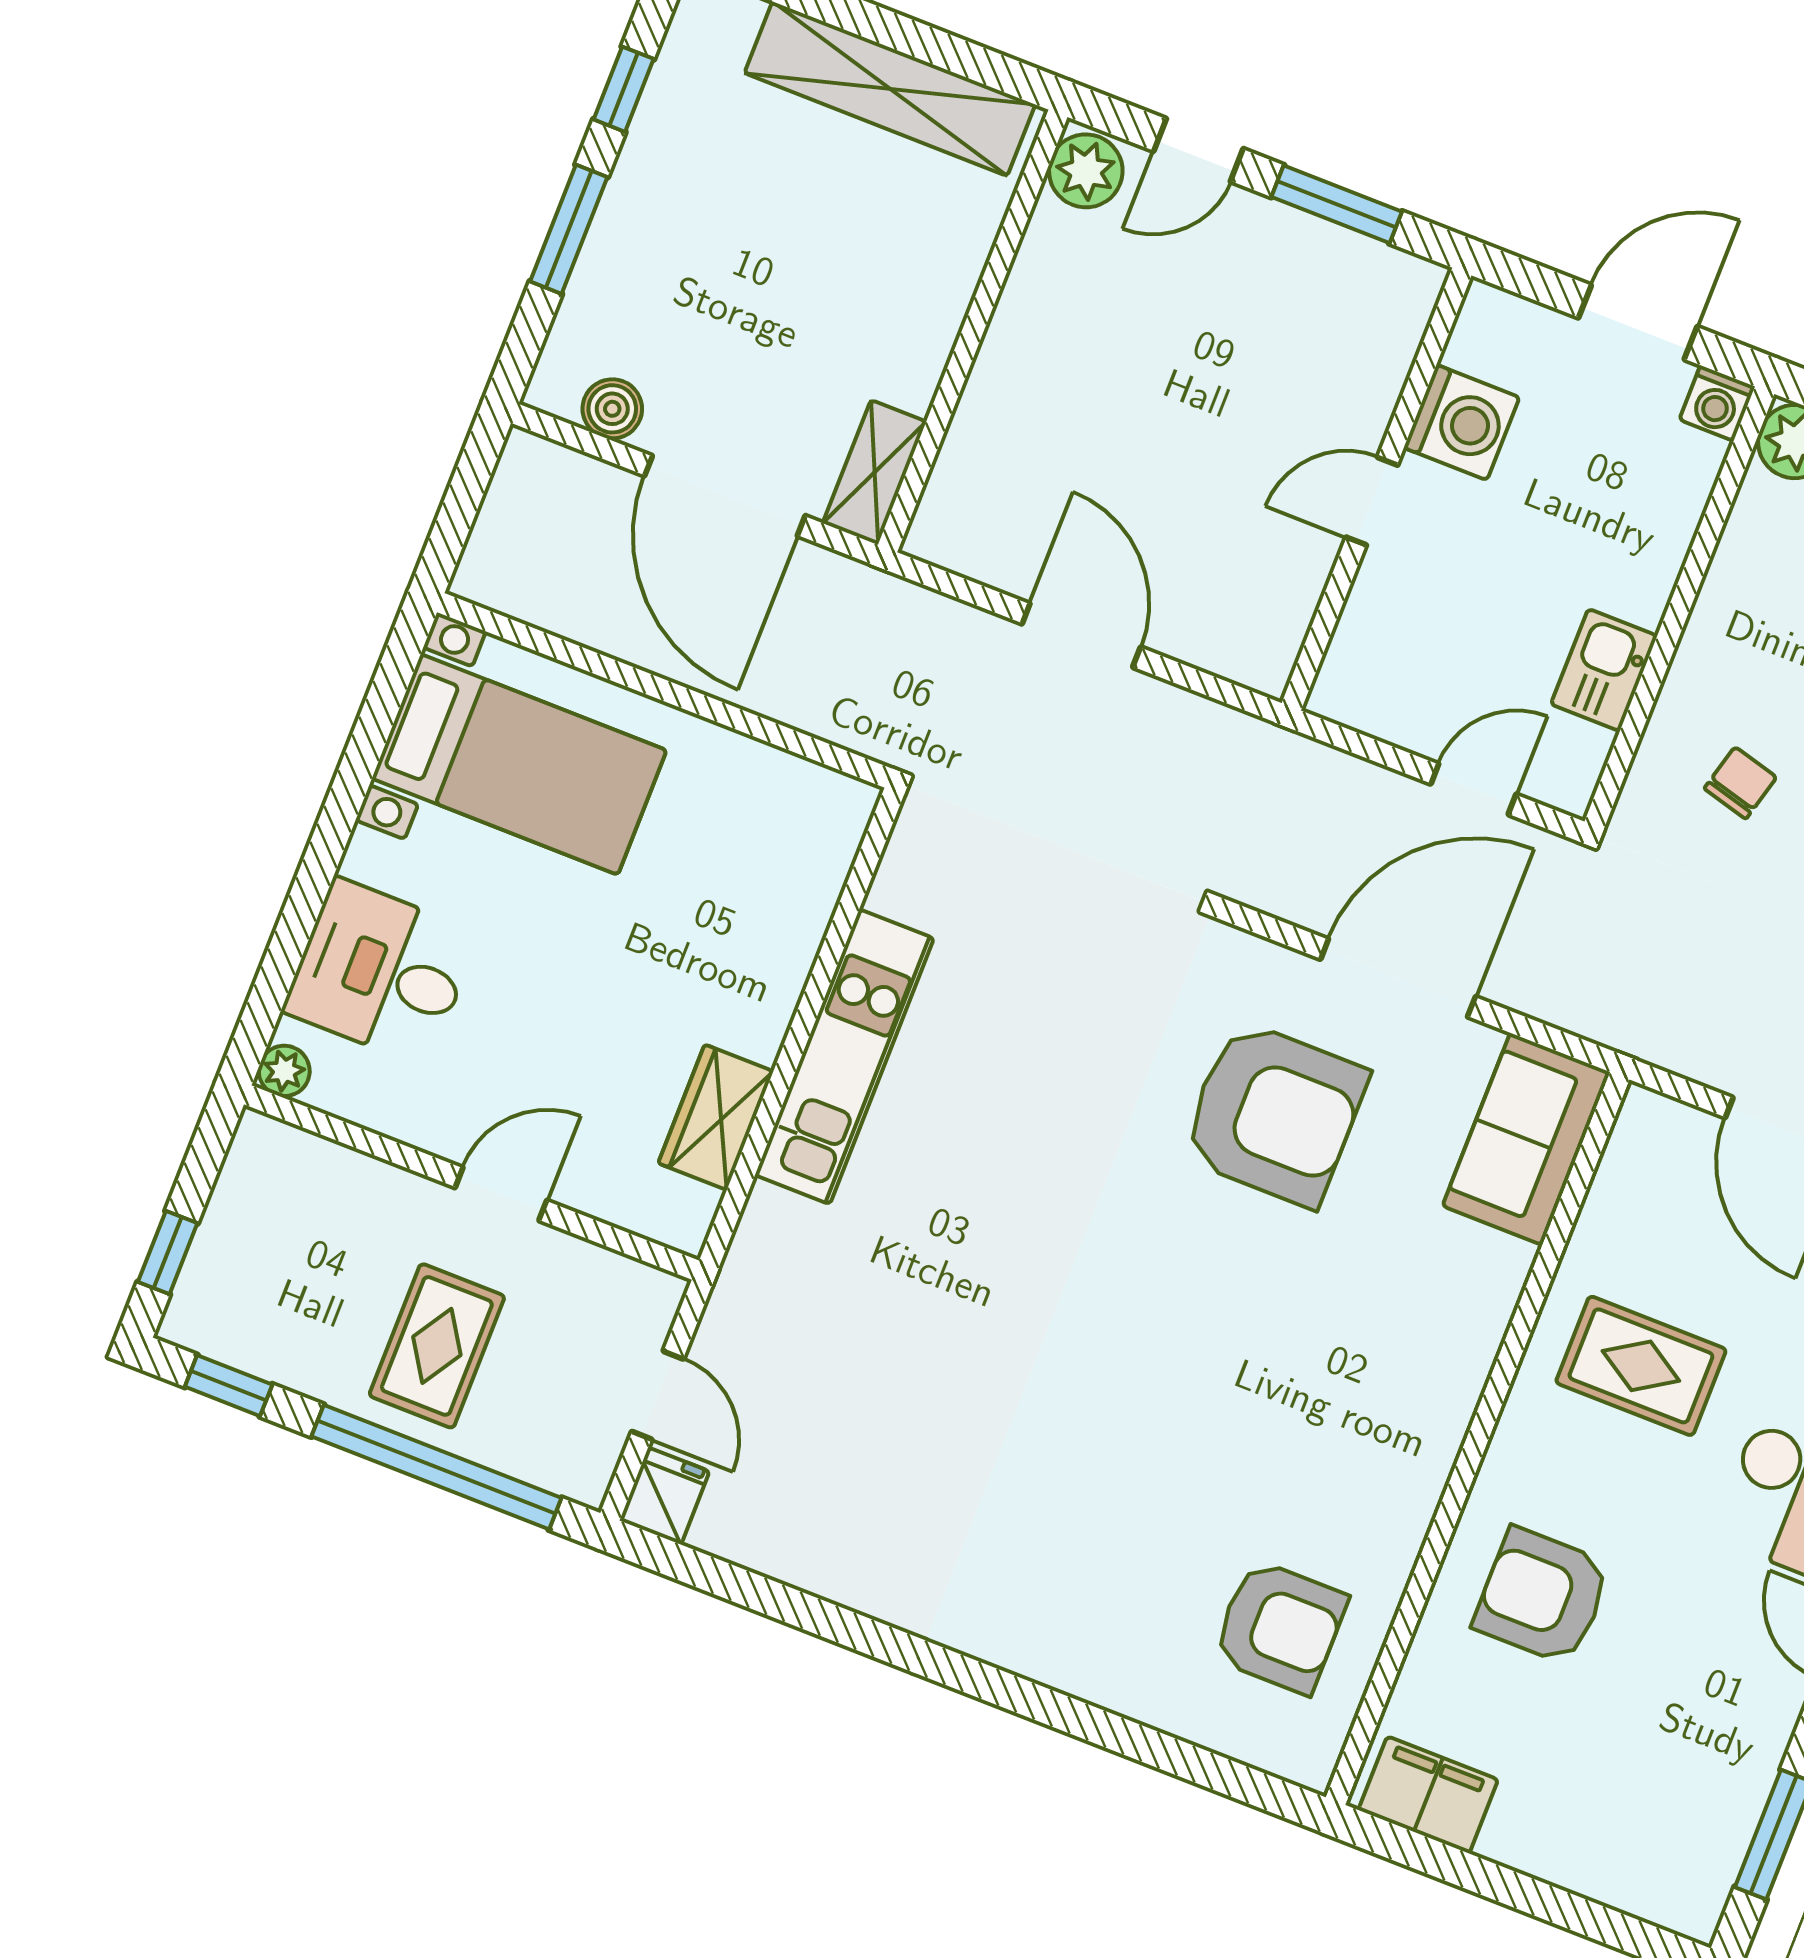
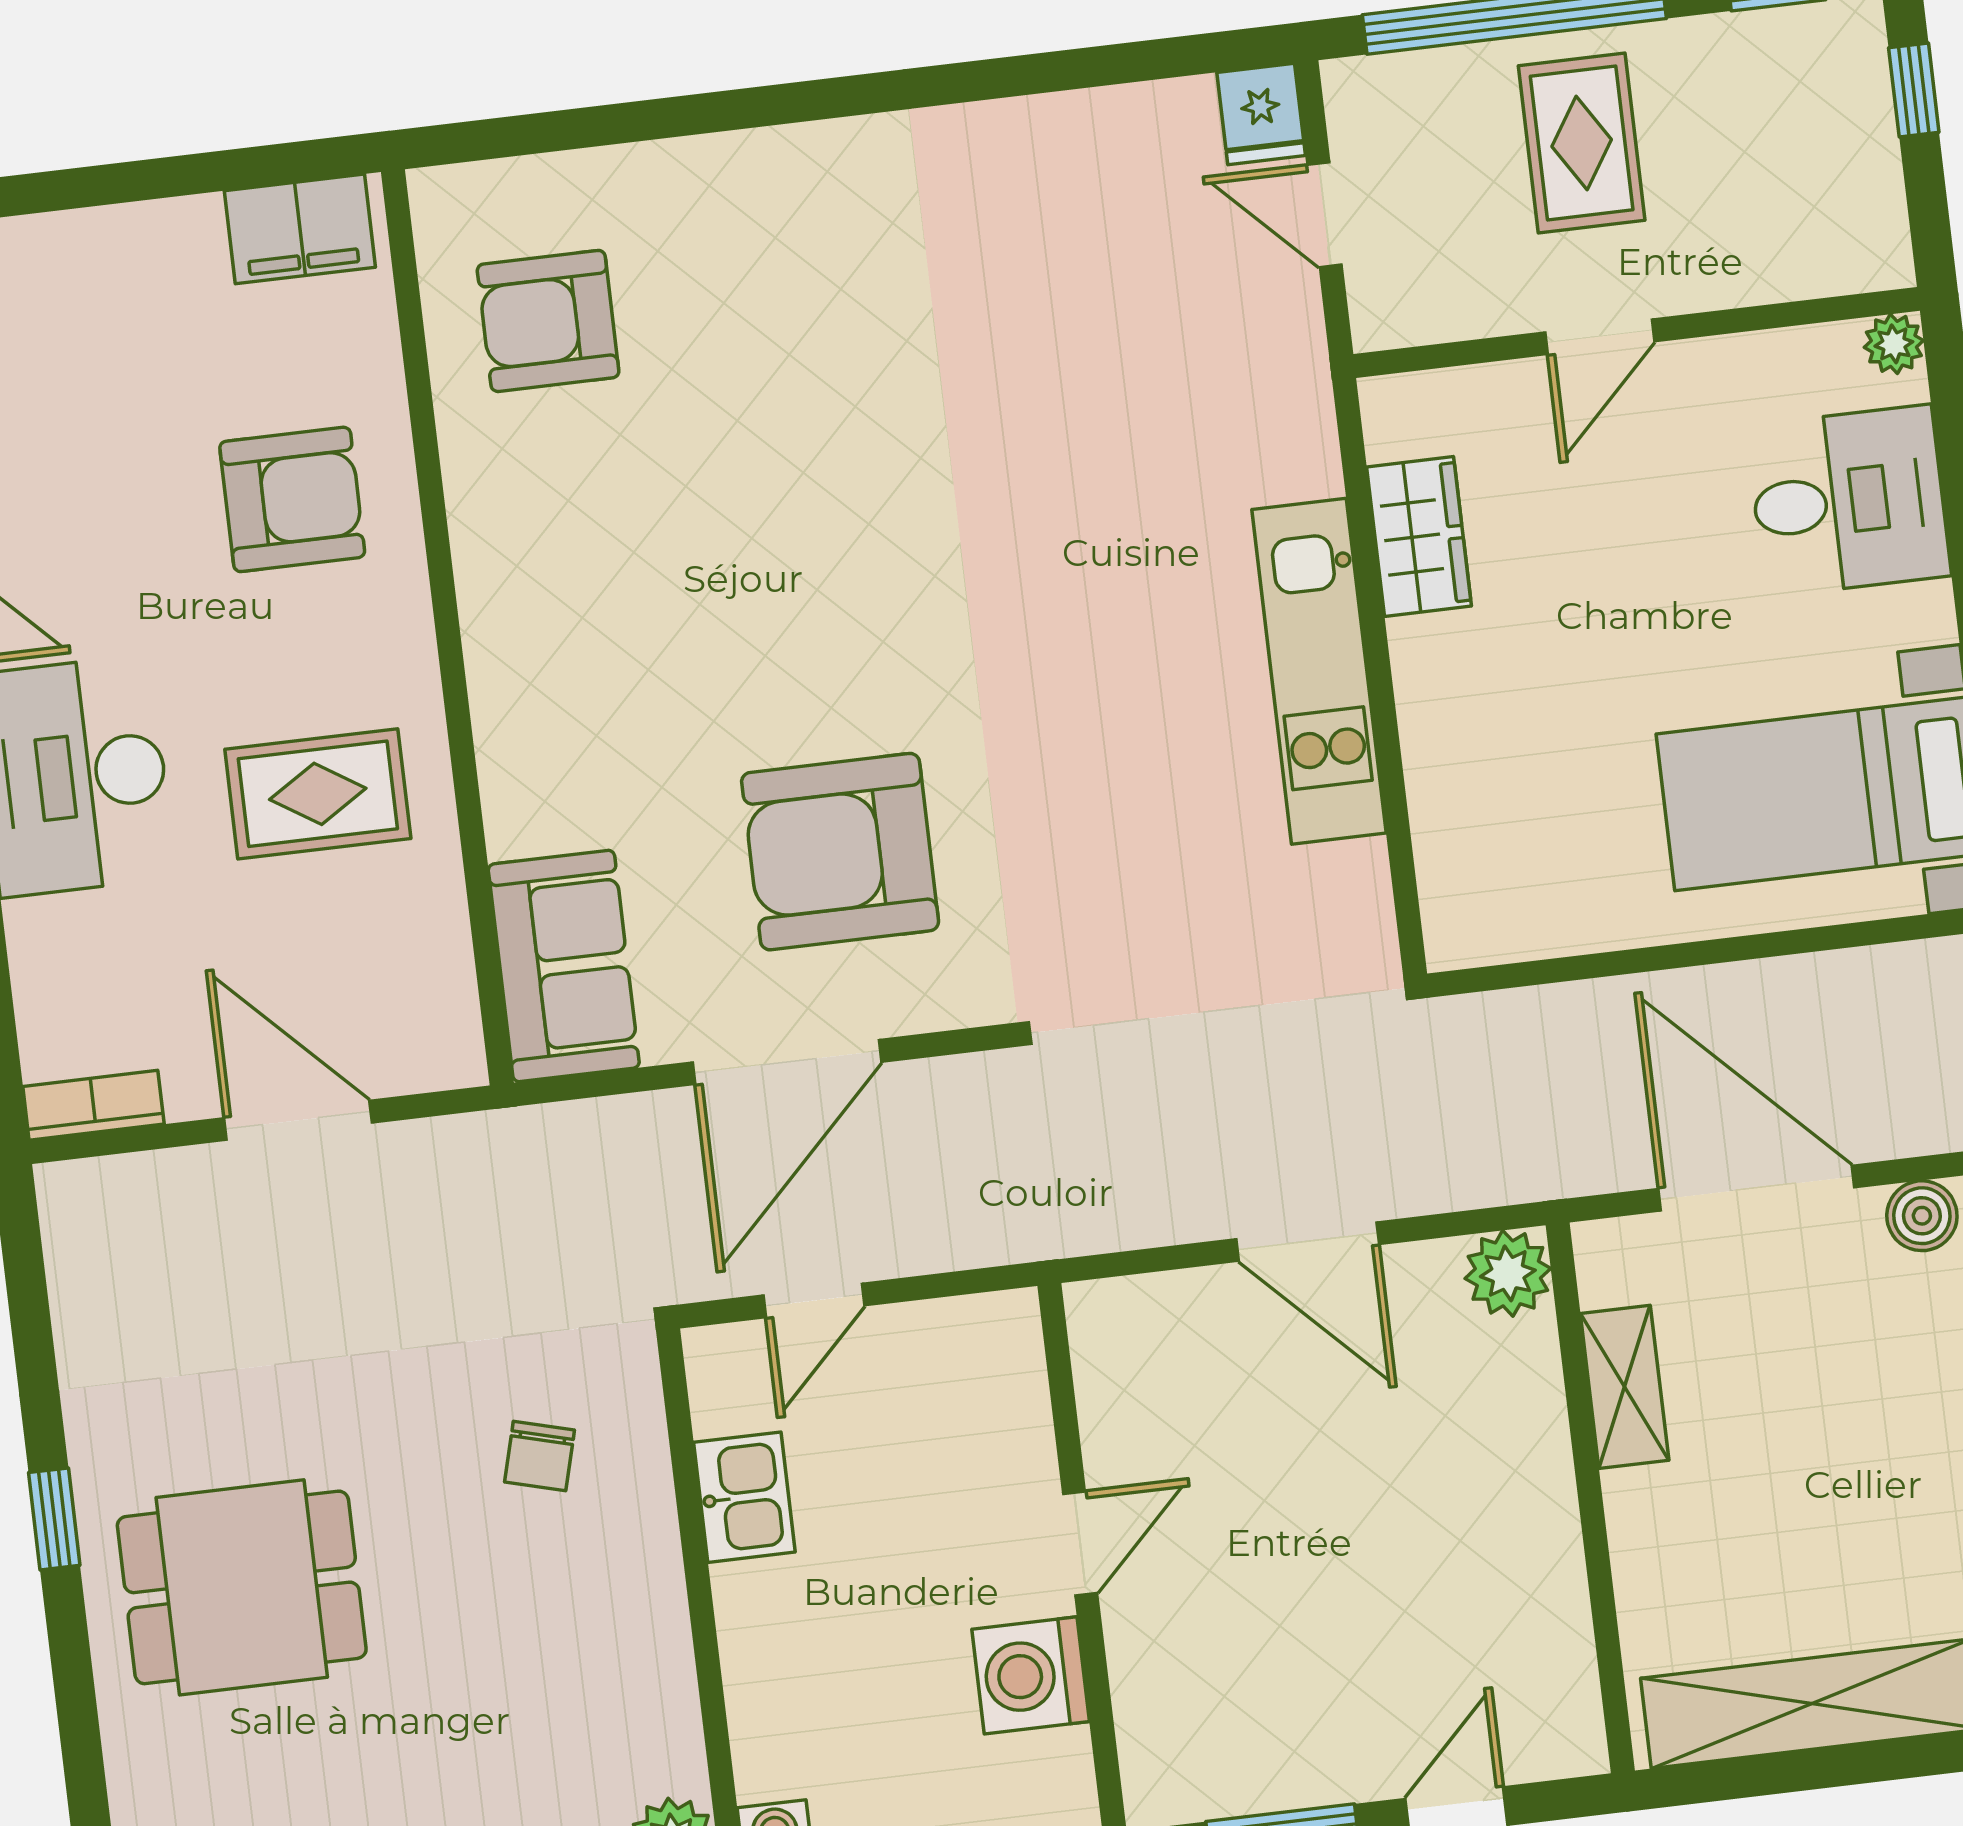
plant: (1086, 171) -> (1508, 1273), moved
shelving: (874, 472) -> (1625, 1387), moved

